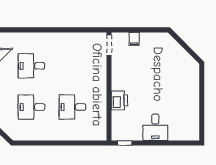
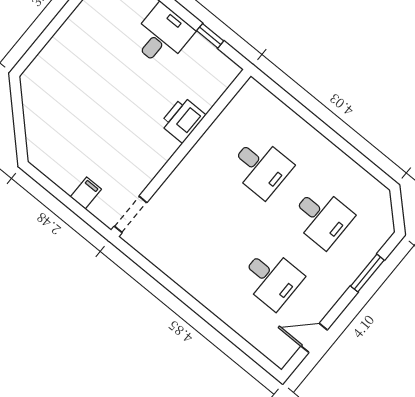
window: (125, 143) -> (210, 36), moved

